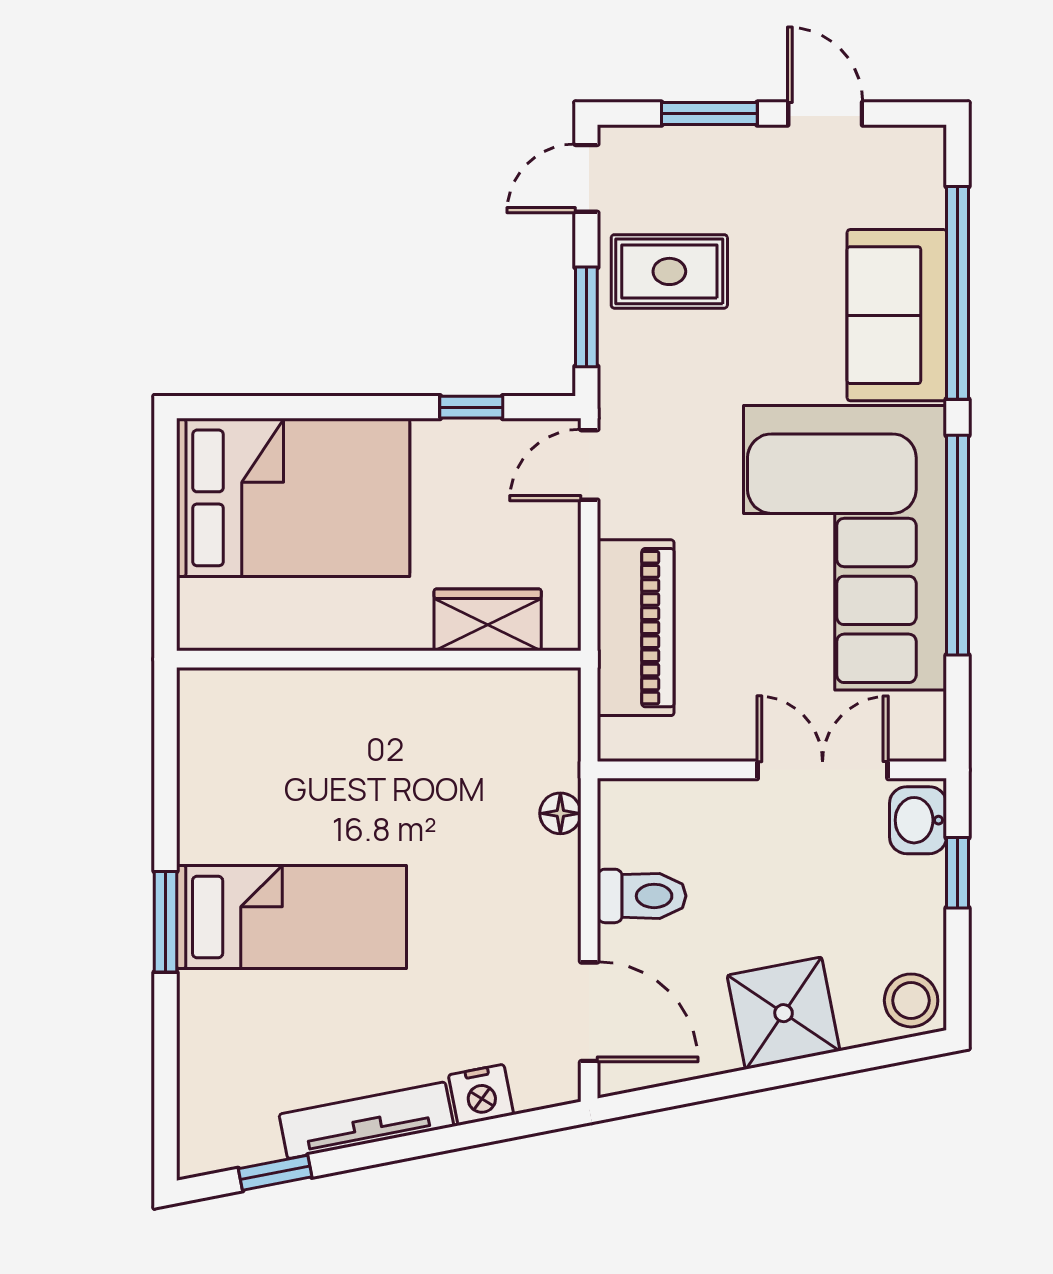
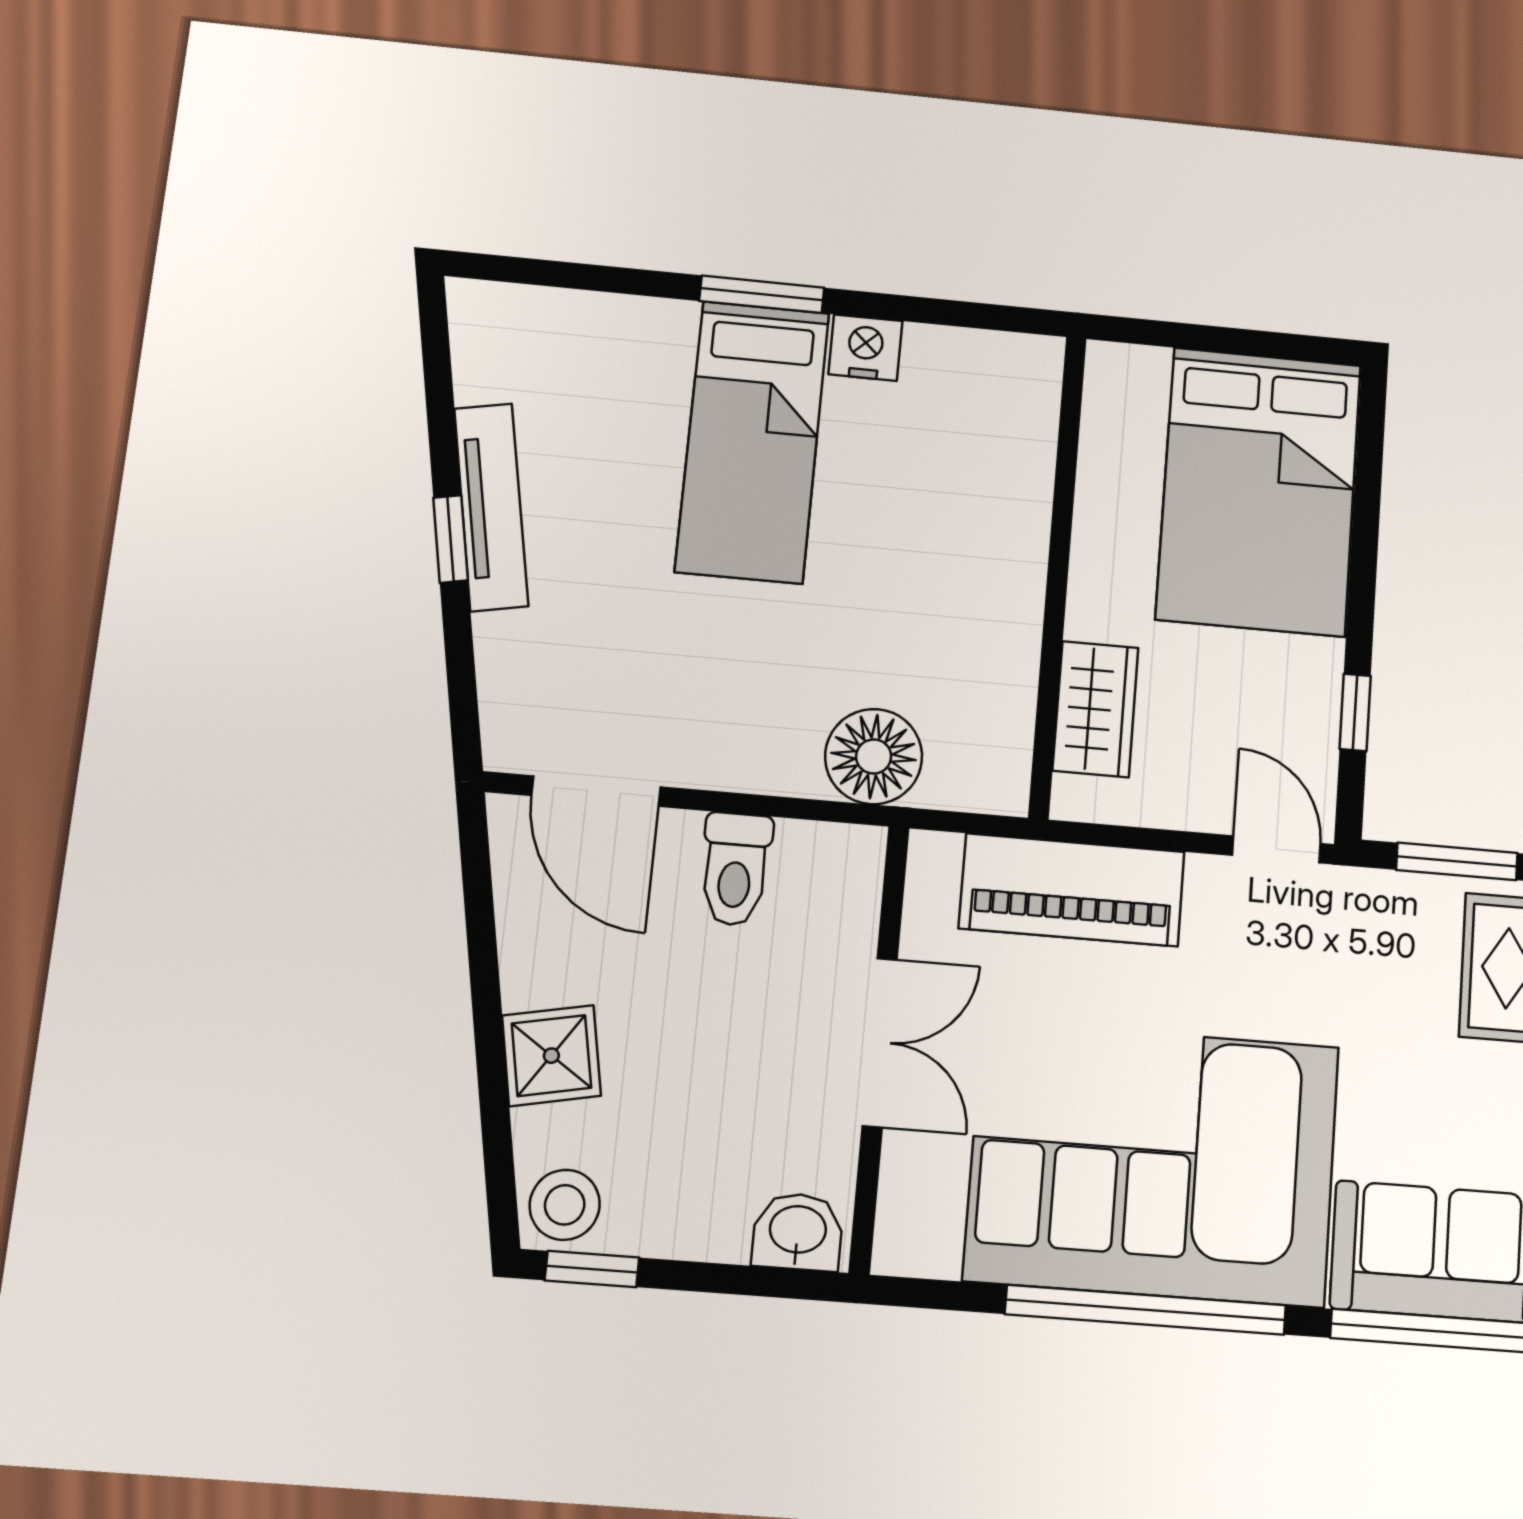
double door: (823, 770) -> (880, 1042), moved
floor lamp: (560, 813) -> (874, 757), width x1.89, depth x1.89
window: (958, 873) -> (592, 1269), moved
door: (589, 1012) -> (596, 791), hinge flipped
shower: (784, 1013) -> (551, 1056), width x0.73, depth x0.73
nightstand: (481, 1095) -> (865, 348), moved, turned 101
window: (275, 1173) -> (451, 539), moved

